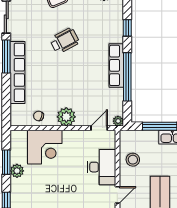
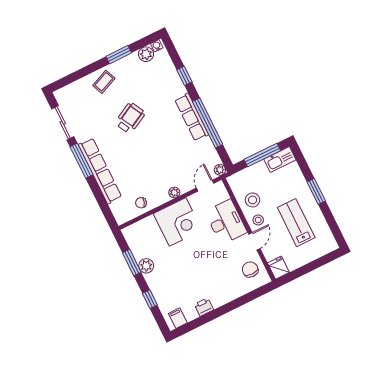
plant: (66, 117) -> (174, 192), width x0.53, depth x0.53
corner desk: (45, 147) -> (178, 222), moved
stool: (129, 179) -> (258, 220), added

